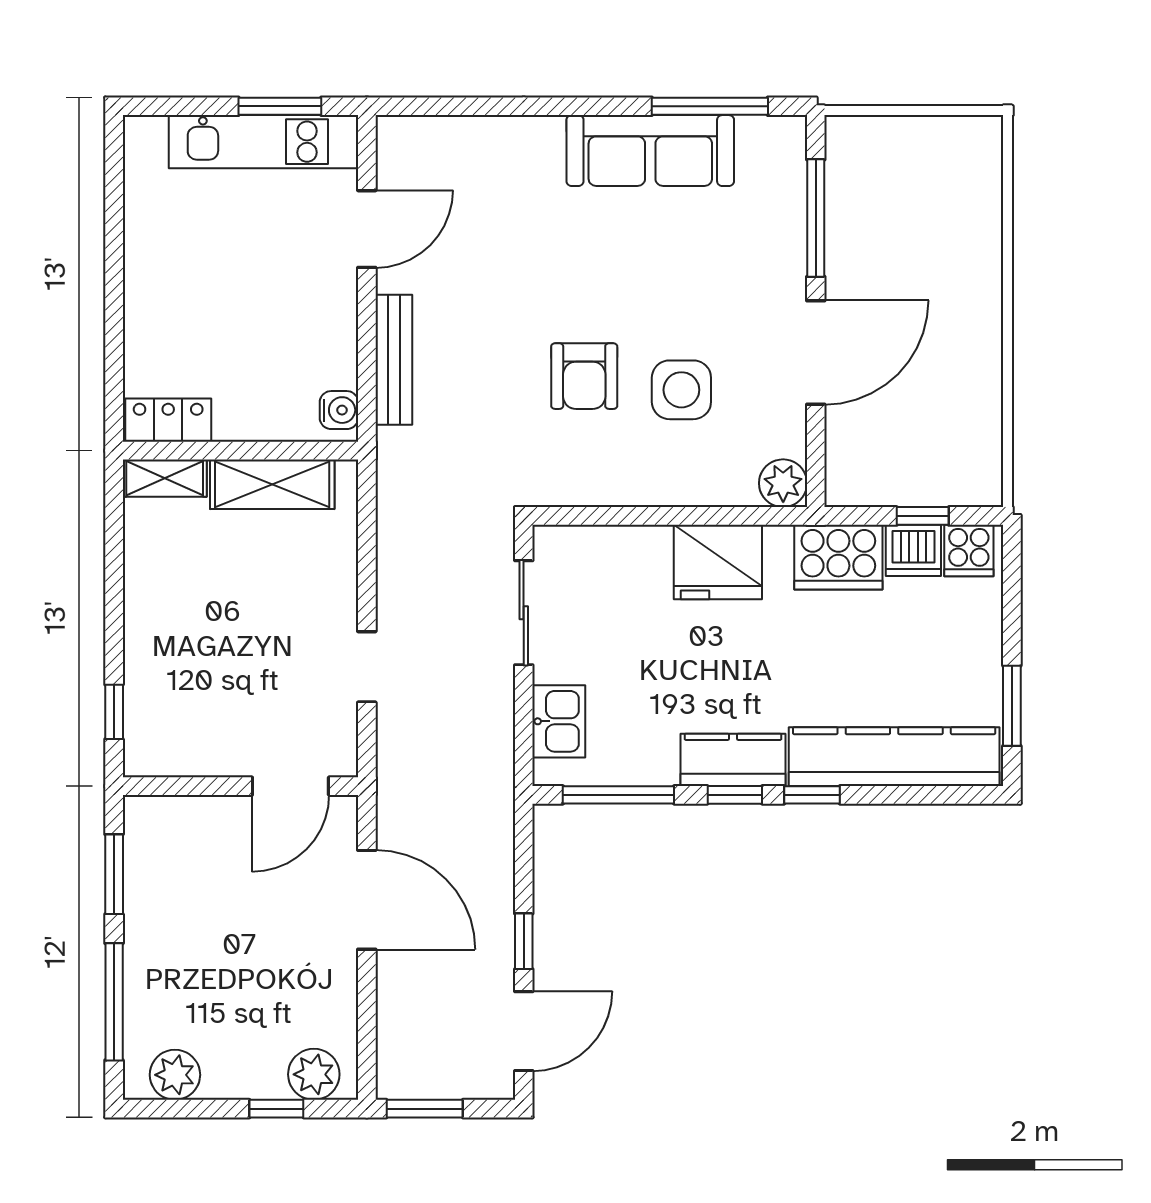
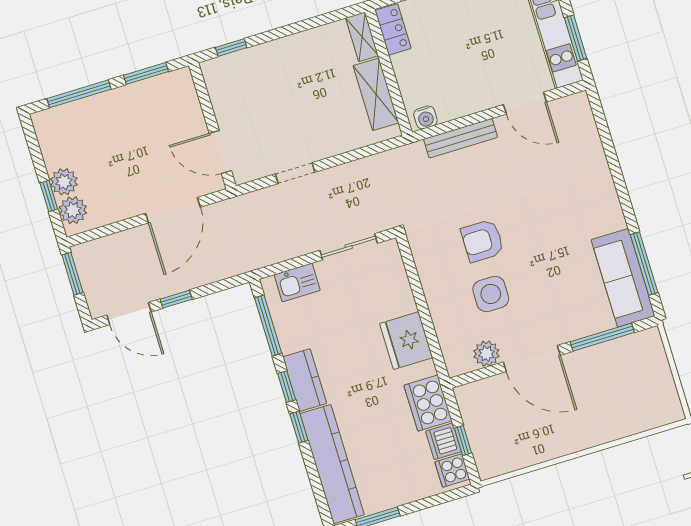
sofa: (650, 151) -> (623, 278), moved
plant: (783, 483) -> (486, 354), moved
plant: (175, 1075) -> (64, 182), moved

